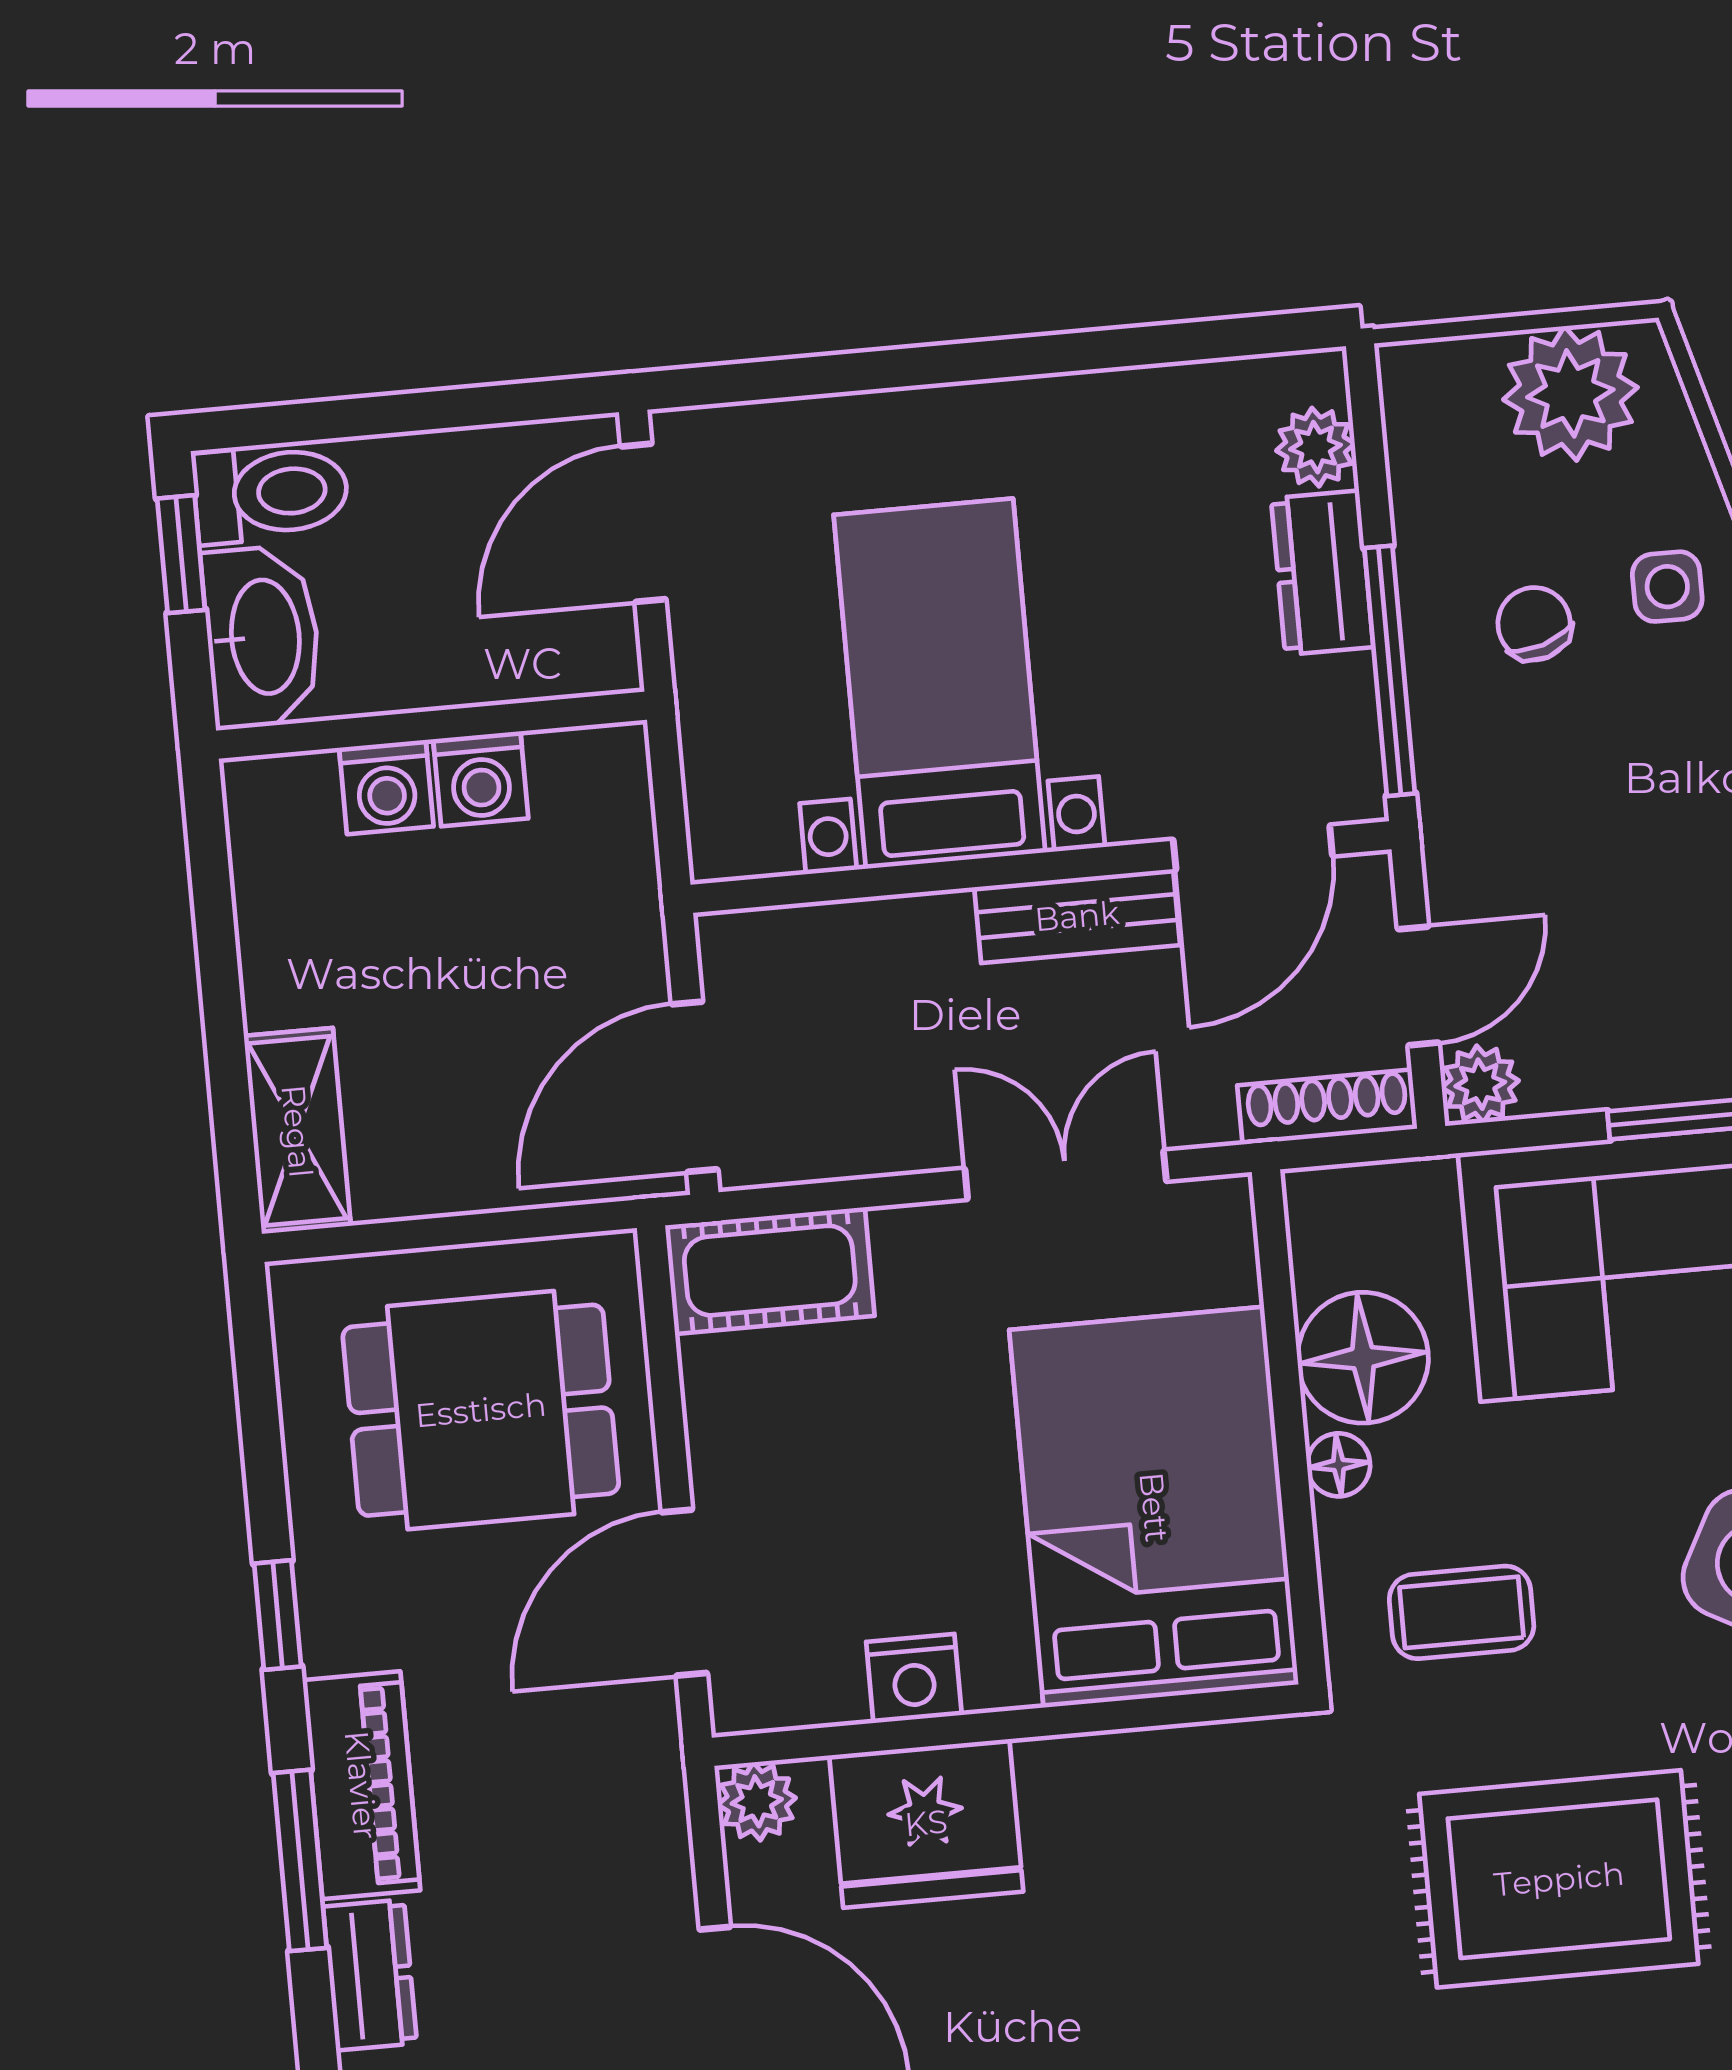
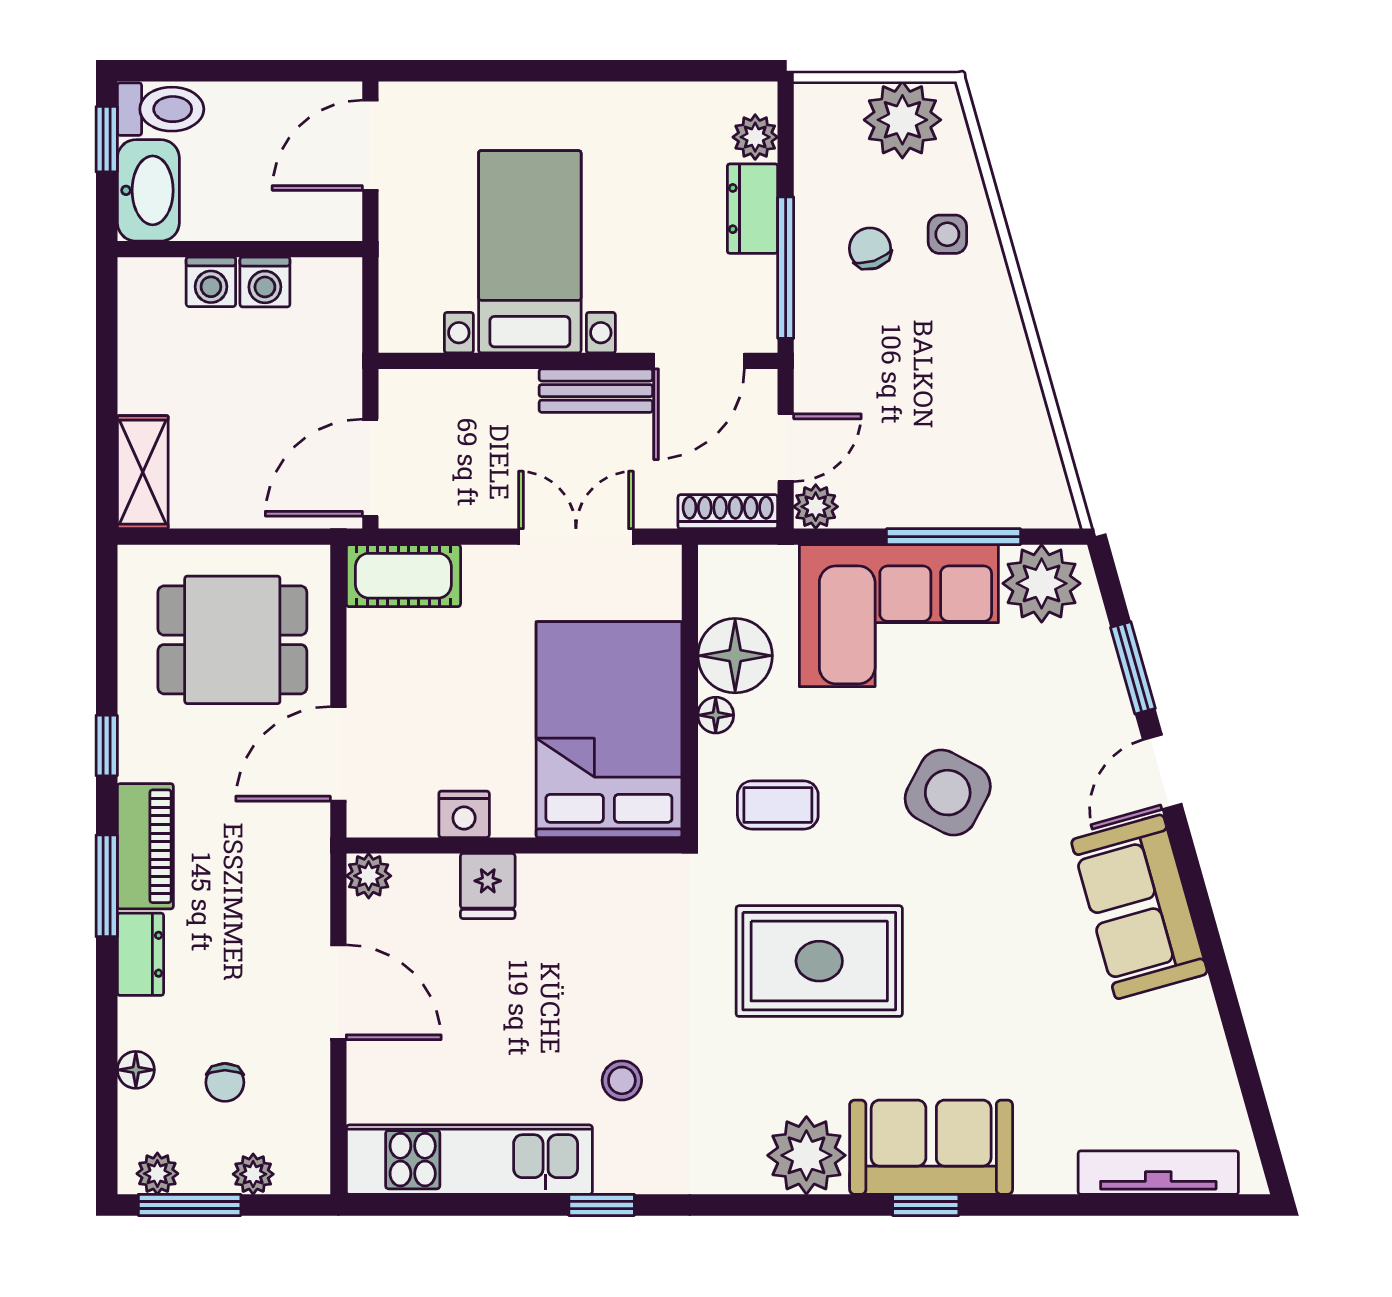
fridge: (926, 1823) -> (488, 886), width x0.53, depth x0.75

